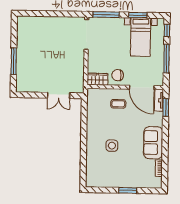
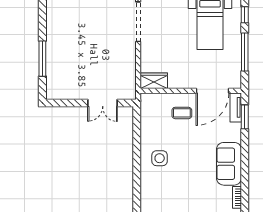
chair: (118, 75) -> (180, 75), removed
door: (142, 87) -> (212, 91), hinge flipped
side table: (112, 146) -> (160, 158), moved

